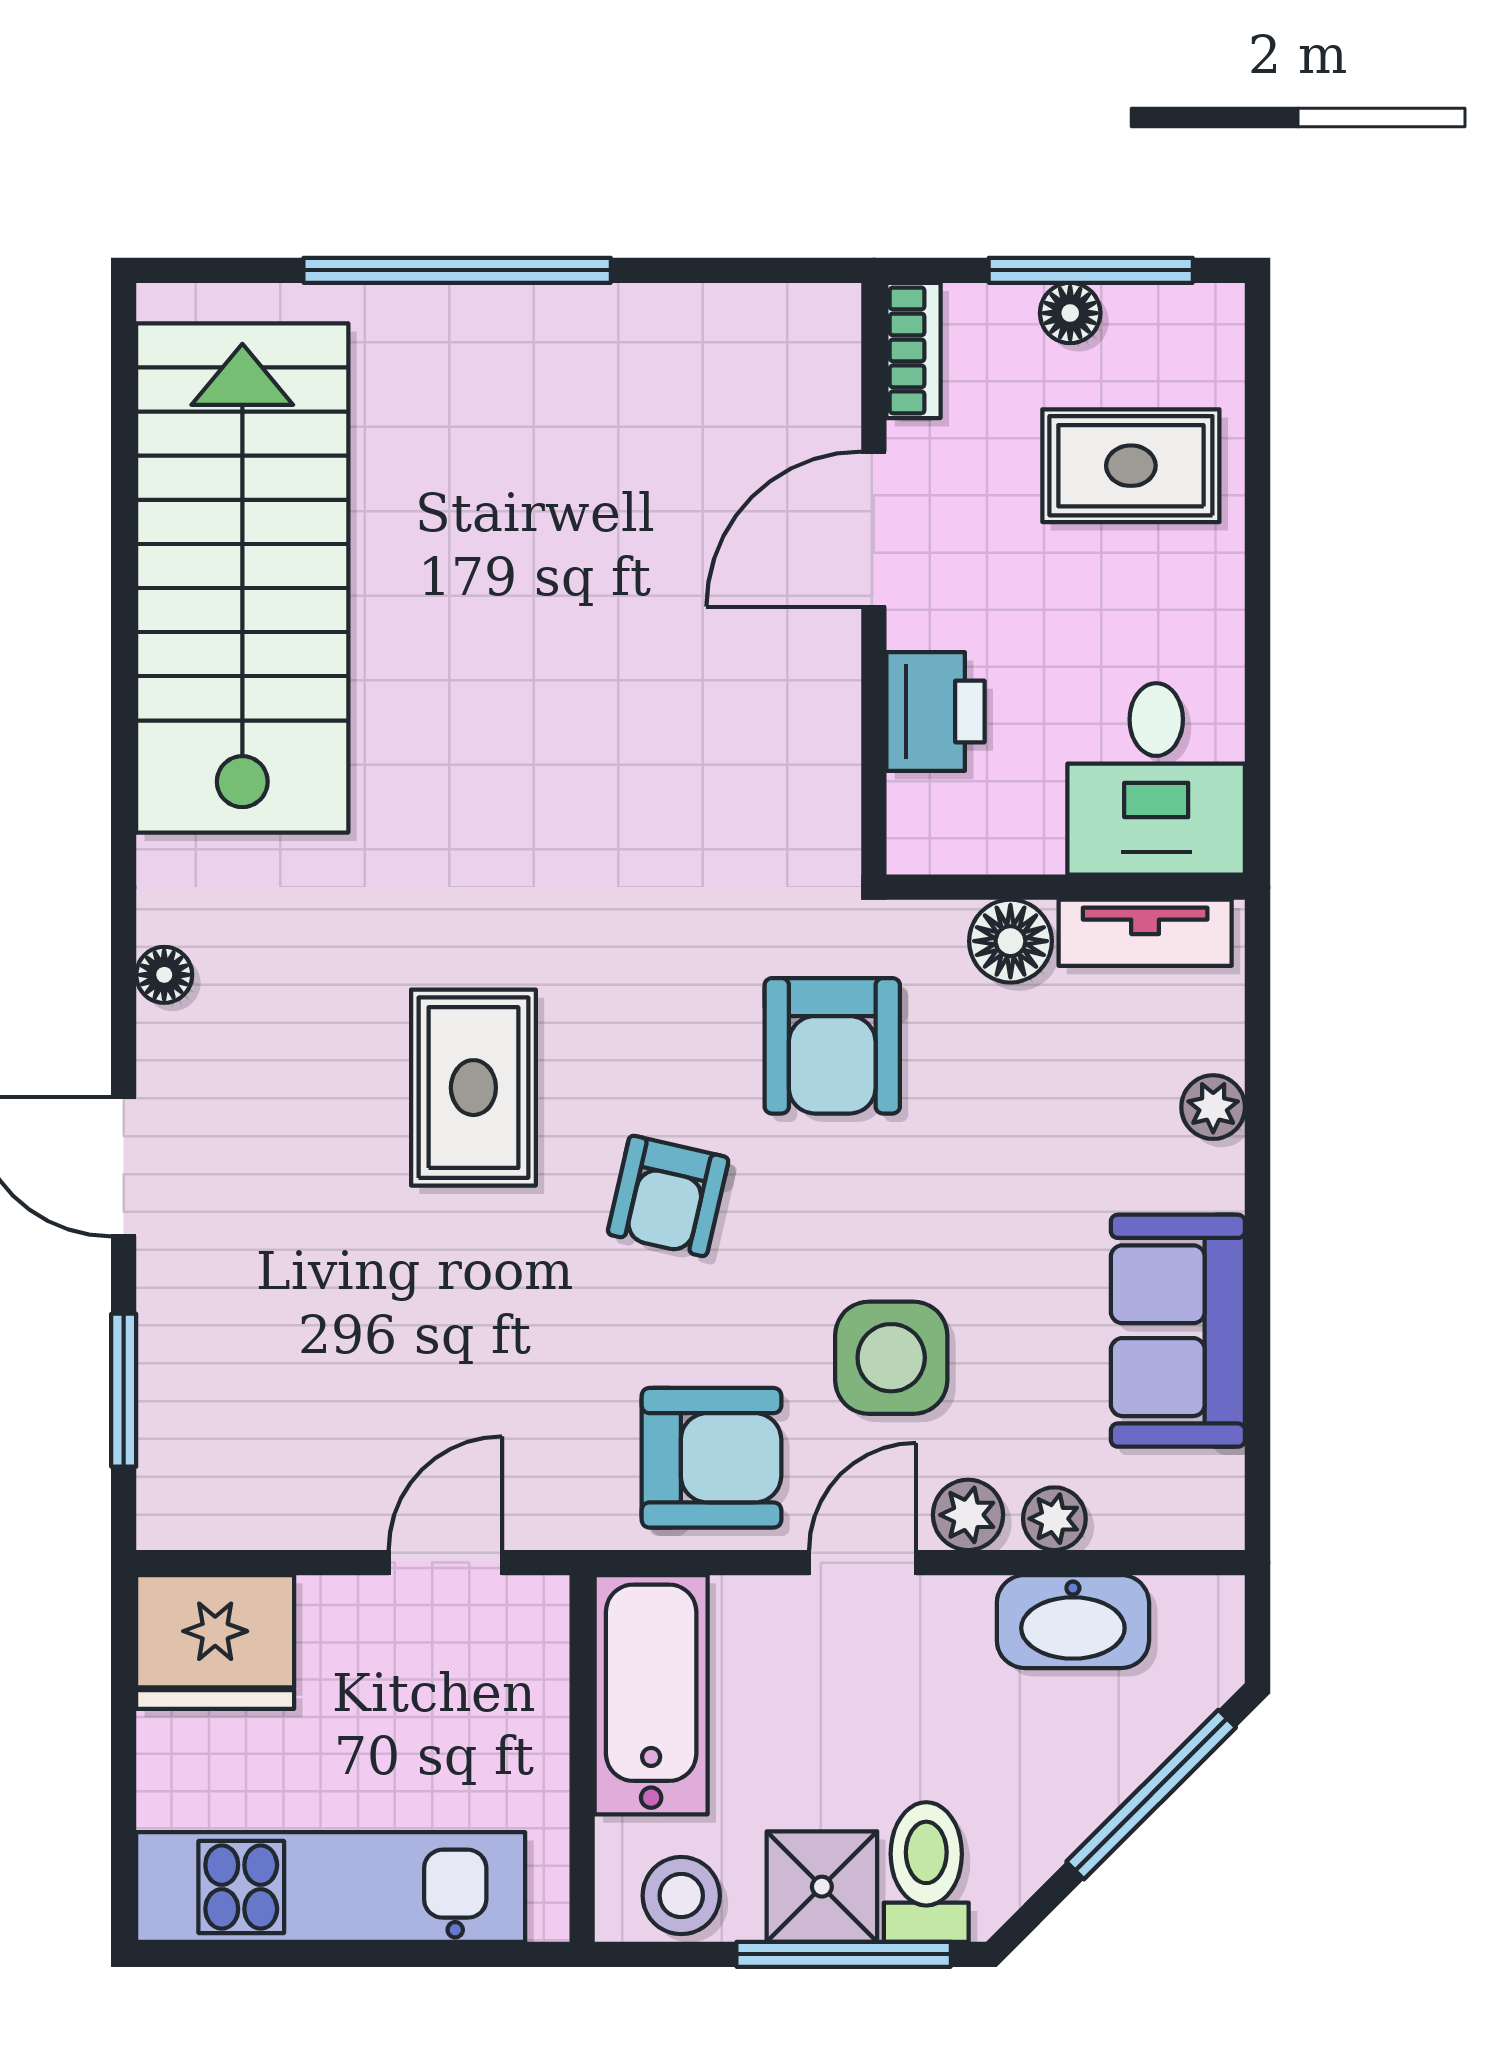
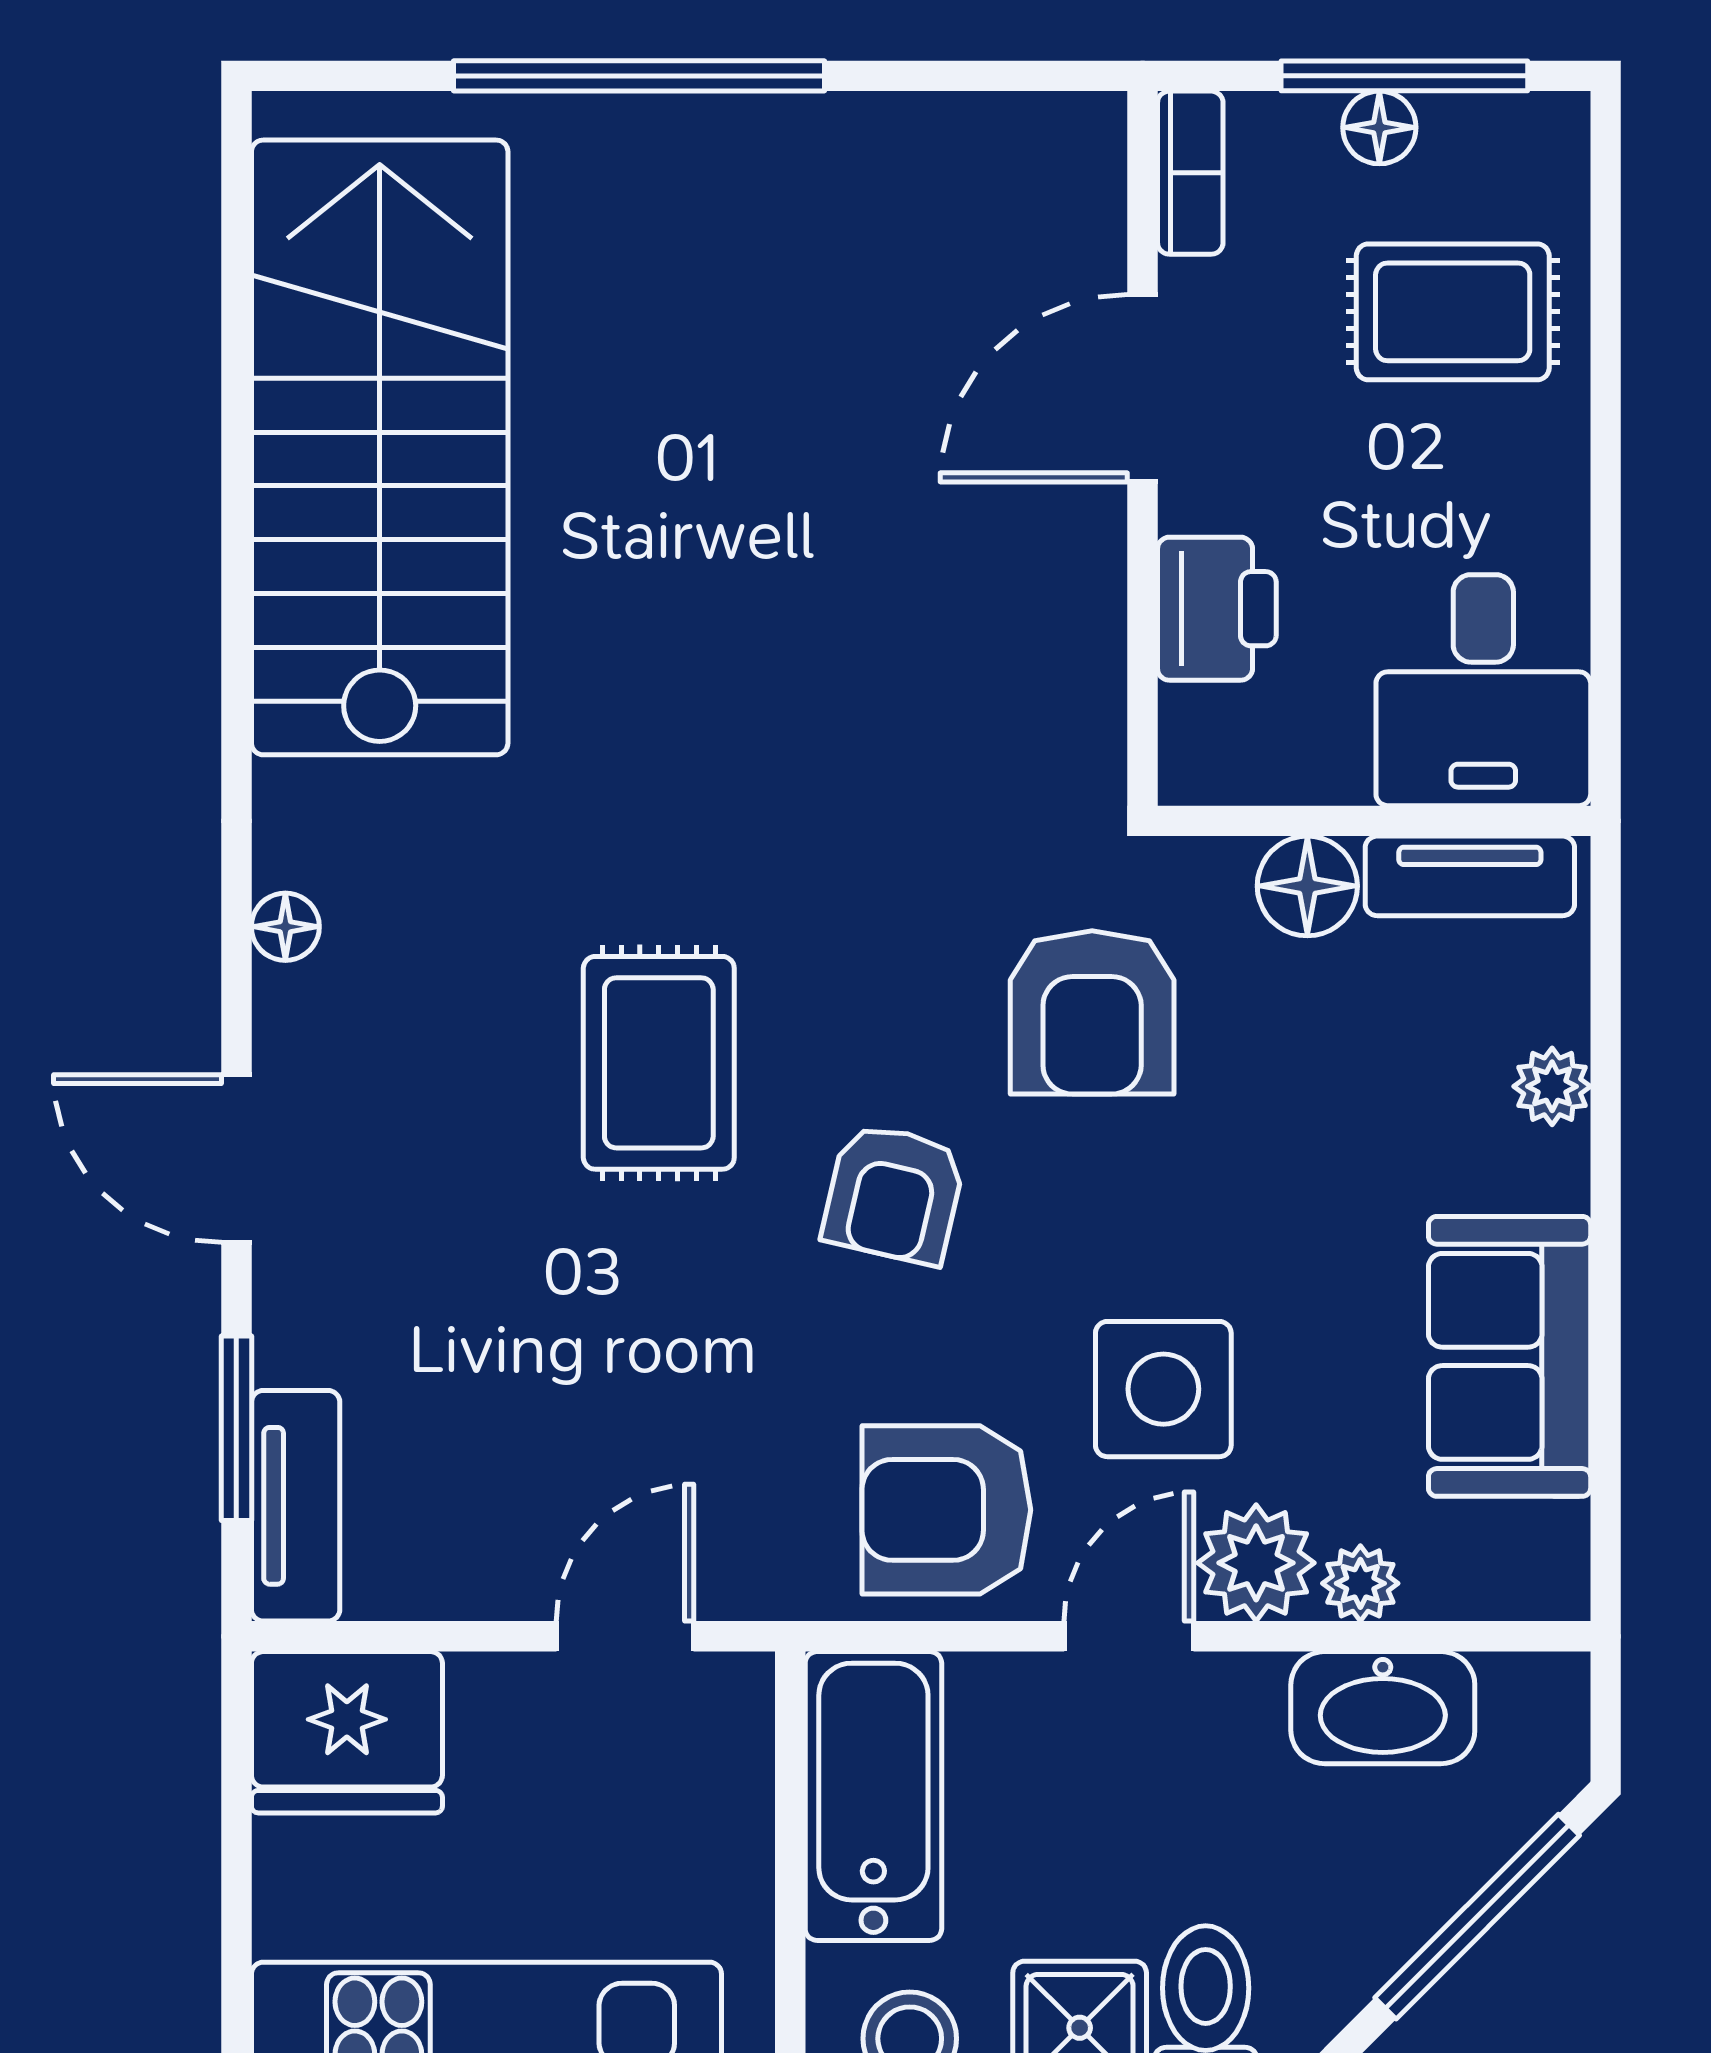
tv unit: (173, 1454) -> (296, 1506), added
armchair: (711, 1458) -> (946, 1510), turned 180
plant: (968, 1515) -> (1256, 1563), width x1.38, depth x1.38

